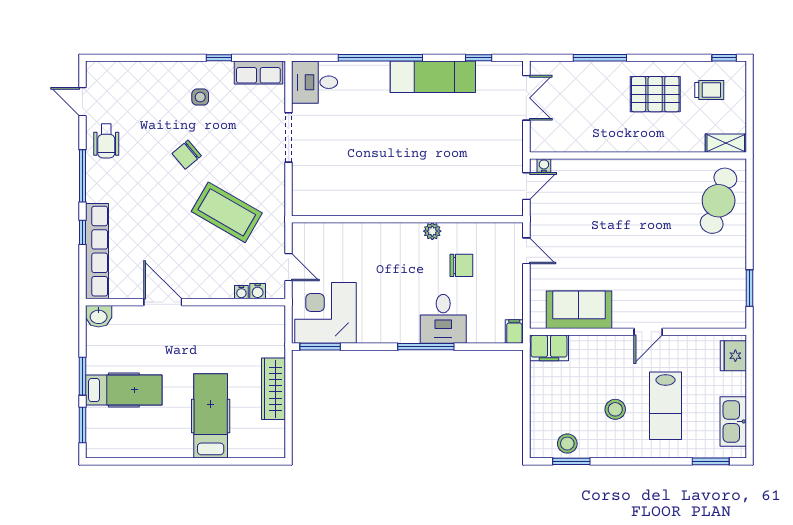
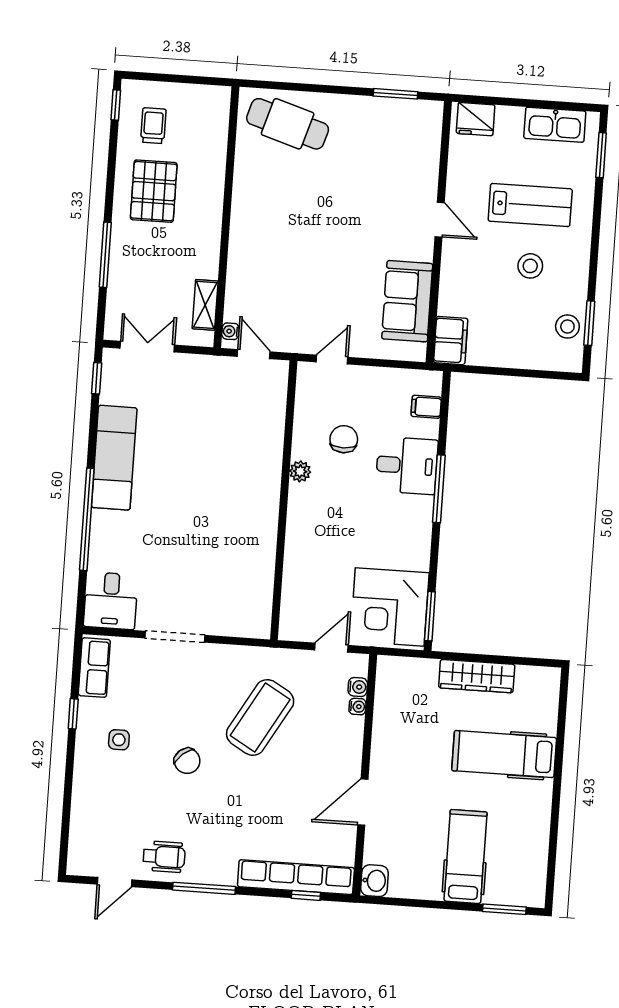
window: (479, 58) -> (97, 378), moved
shelving: (726, 143) -> (205, 305), moved
window: (82, 232) -> (306, 895), moved
filing cabinet: (514, 332) -> (426, 407), moved
window: (82, 376) -> (445, 905), removed

